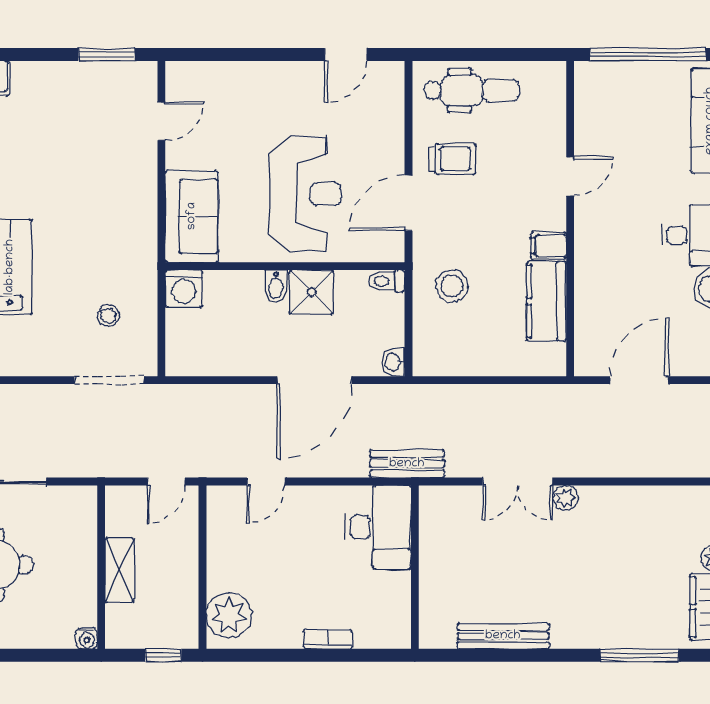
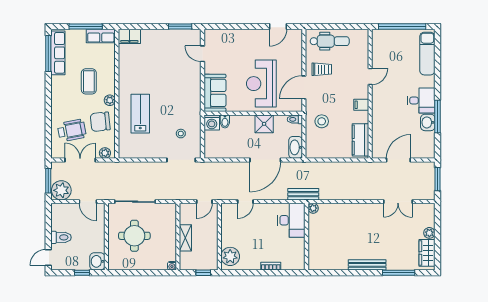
door: (161, 121) -> (203, 54), swing flipped
reception desk: (305, 194) -> (261, 84), turned 180
bidet: (276, 286) -> (225, 121), moved
kitchen counter: (546, 301) -> (360, 140), moved
washbasin: (393, 362) -> (296, 147), width x1.91, depth x1.45
double door: (518, 482) -> (398, 202), moved
plant: (566, 498) -> (313, 208), moved
bench: (503, 636) -> (367, 265), moved

